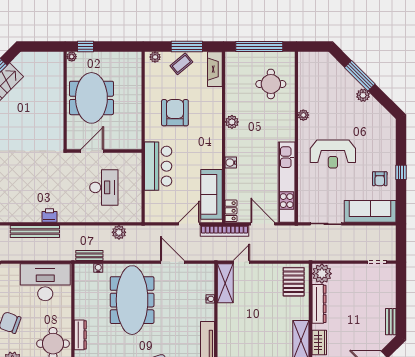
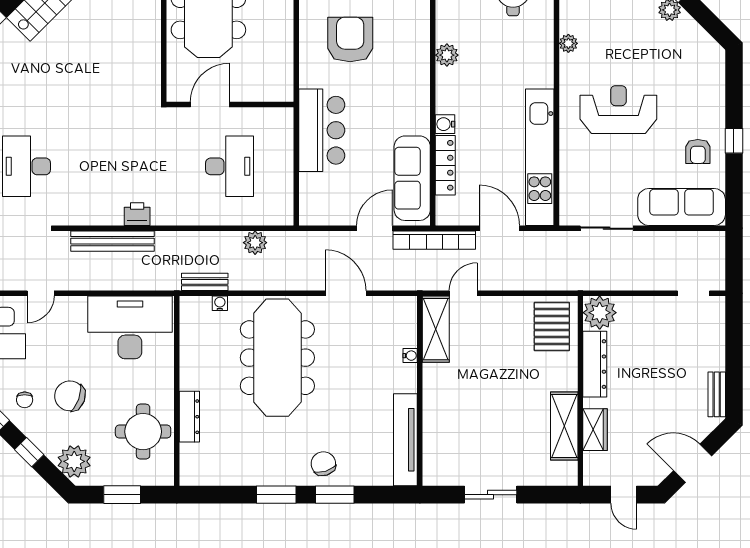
reception desk: (333, 154) -> (618, 110), turned 180
locker: (231, 211) -> (445, 165), moved, width x1.53

